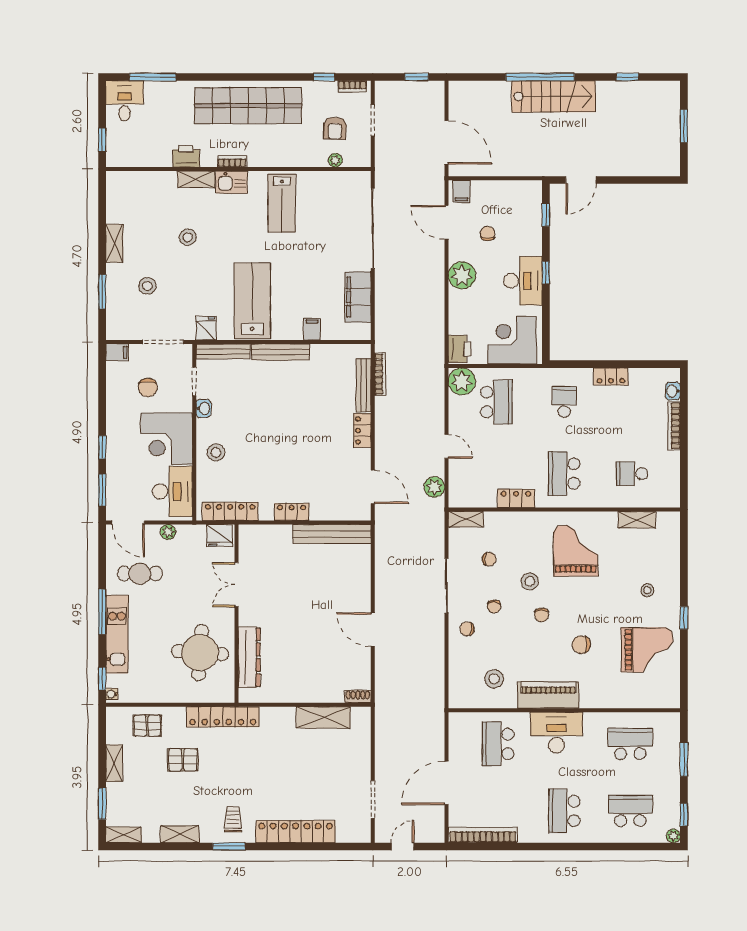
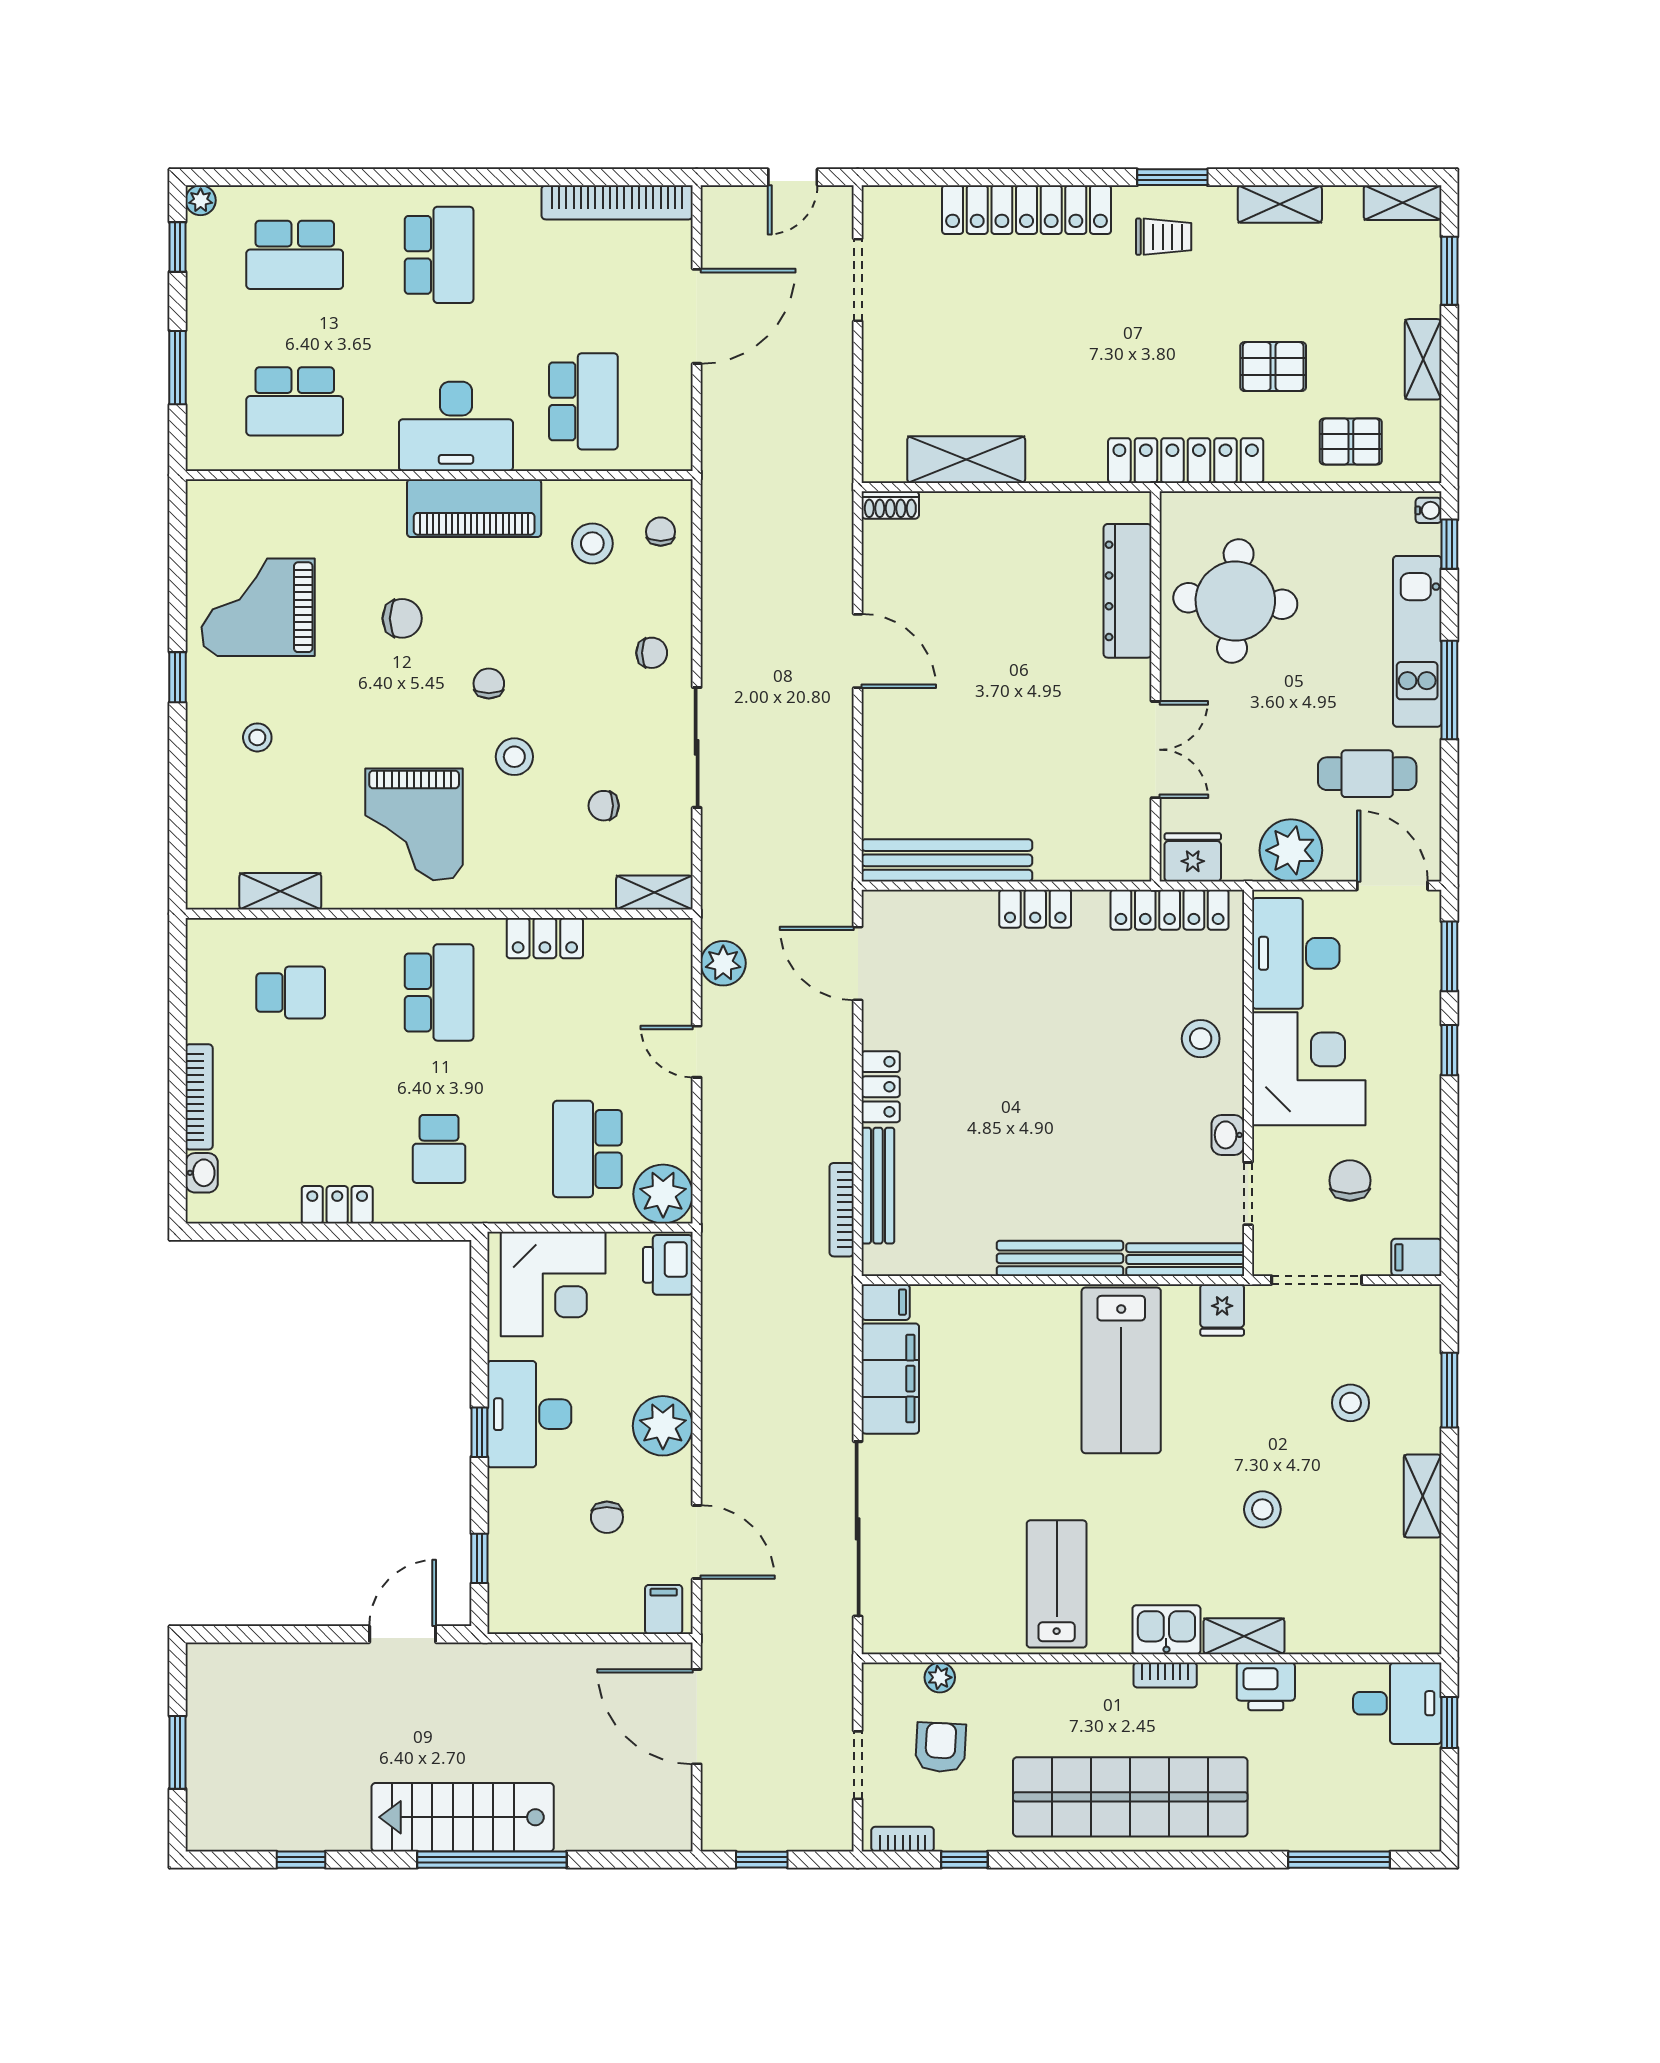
desk: (125, 101) -> (1397, 1703), moved, turned -90
filing cabinet: (312, 329) -> (886, 1302), moved, turned -90
plant: (168, 532) -> (1291, 850), width x1.88, depth x1.88
chair: (494, 606) -> (661, 532), moved
trolley: (233, 819) -> (1164, 237), turned -90

